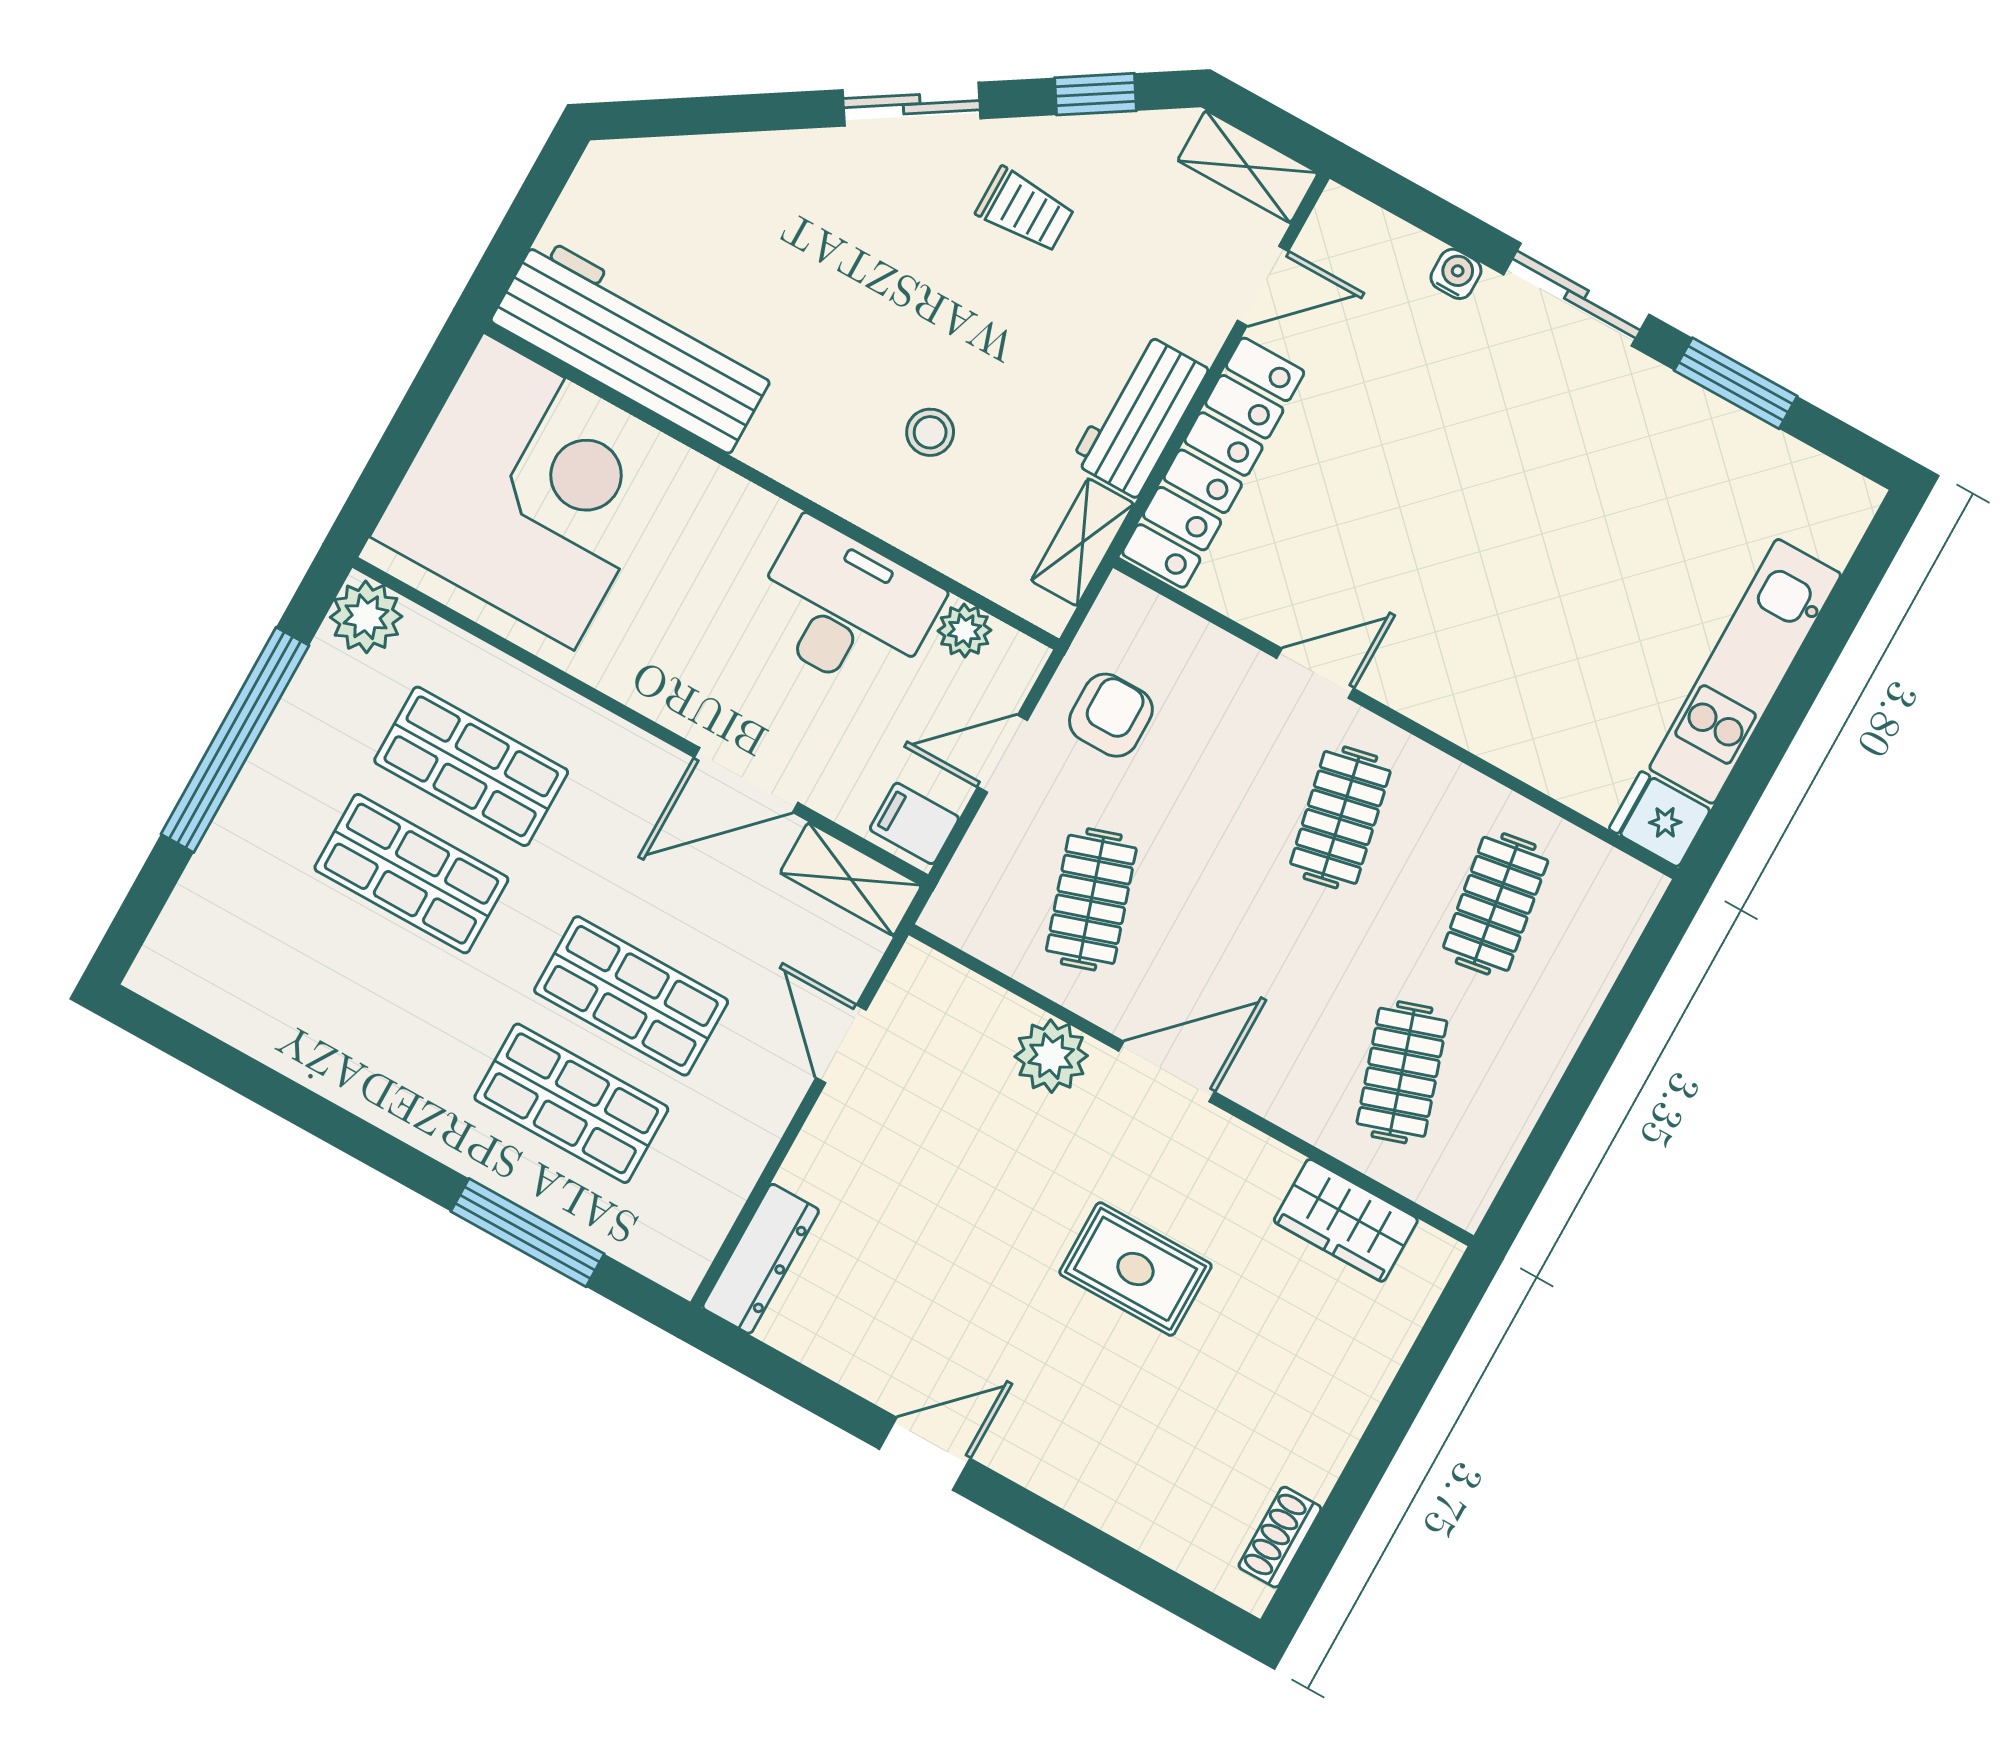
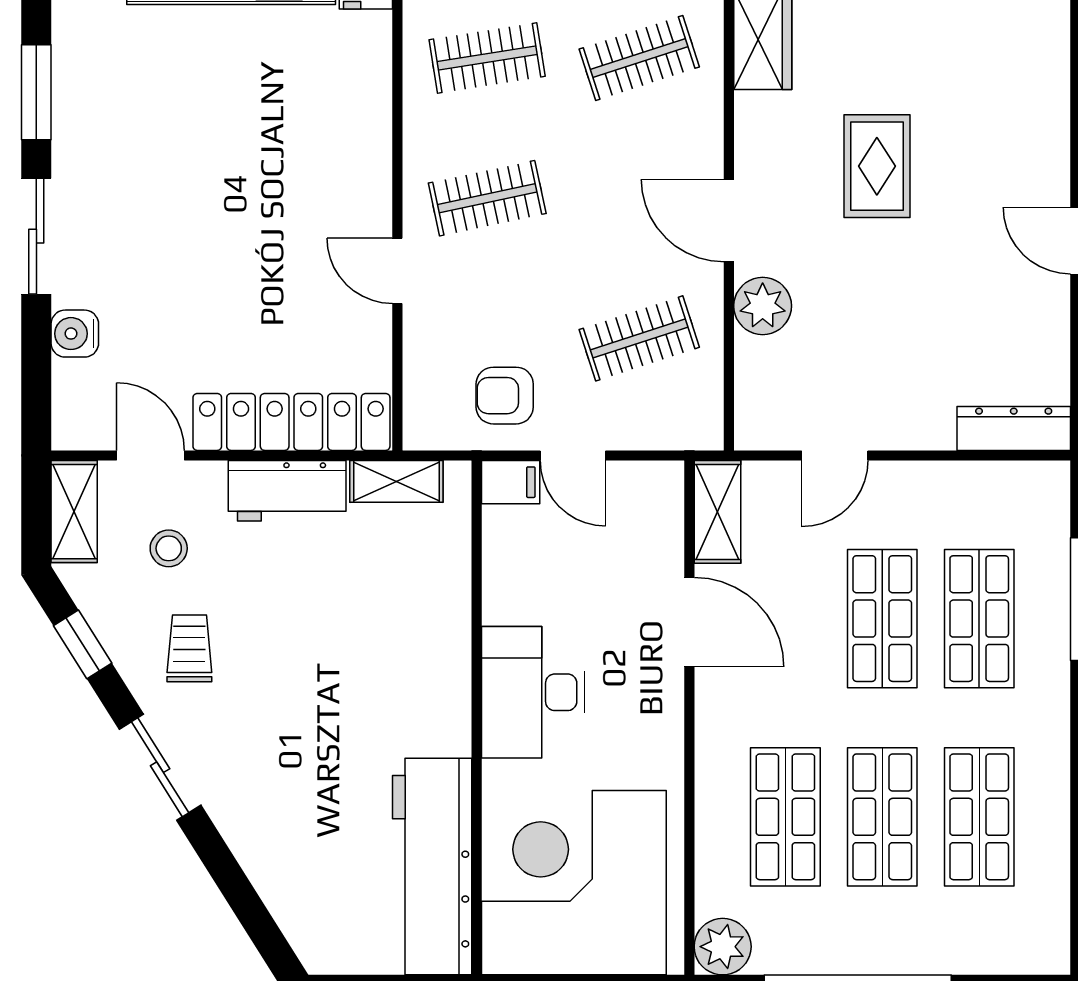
water cooler: (1456, 274) -> (75, 334), width x1.38, depth x1.38
stool: (930, 432) -> (169, 548), moved
desk: (845, 609) -> (533, 692), moved
plant: (964, 631) -> (503, 529), removed
filing cabinet: (914, 823) -> (511, 482), moved, turned -90
shop shelf: (352, 981) -> (979, 817), added

